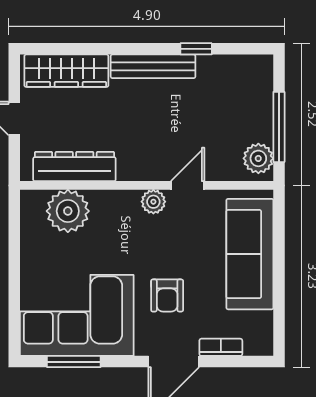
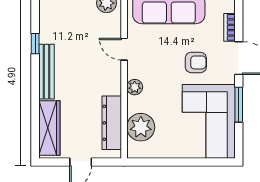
plant: (153, 202) -> (135, 87), moved
window: (74, 362) -> (239, 105), moved

